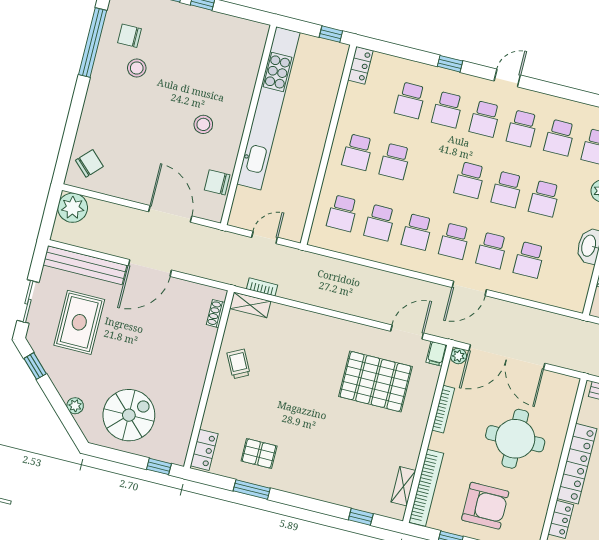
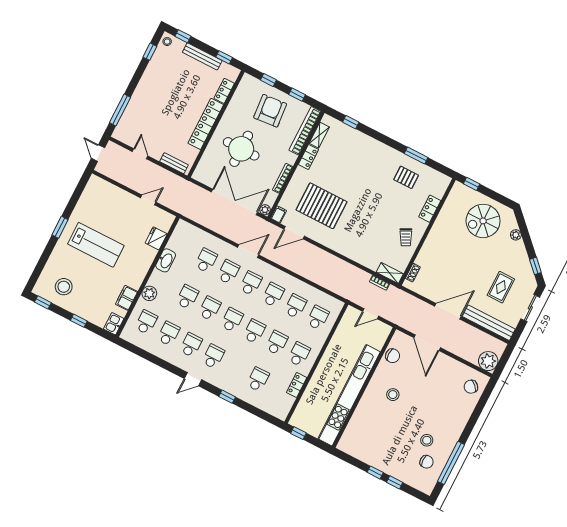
locker: (360, 65) -> (297, 385), moved
school desk: (447, 110) -> (254, 331), moved
rug: (79, 322) -> (501, 287), width x0.73, depth x0.70
locker: (204, 450) -> (430, 209), moved
locker: (412, 450) -> (308, 157), added
armchair: (485, 506) -> (270, 111), turned 85

